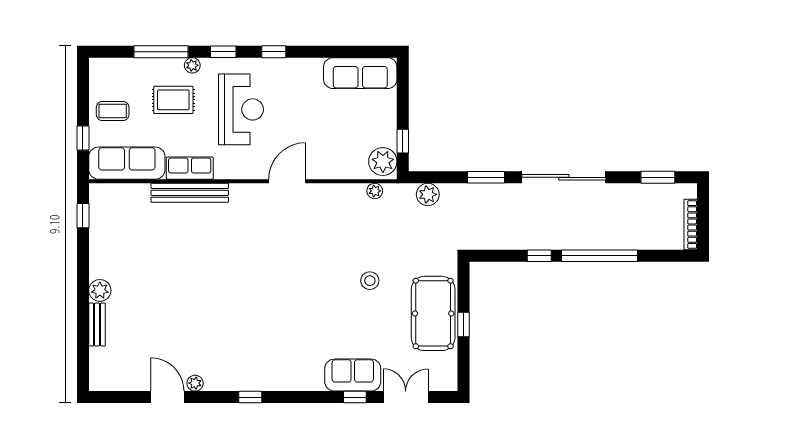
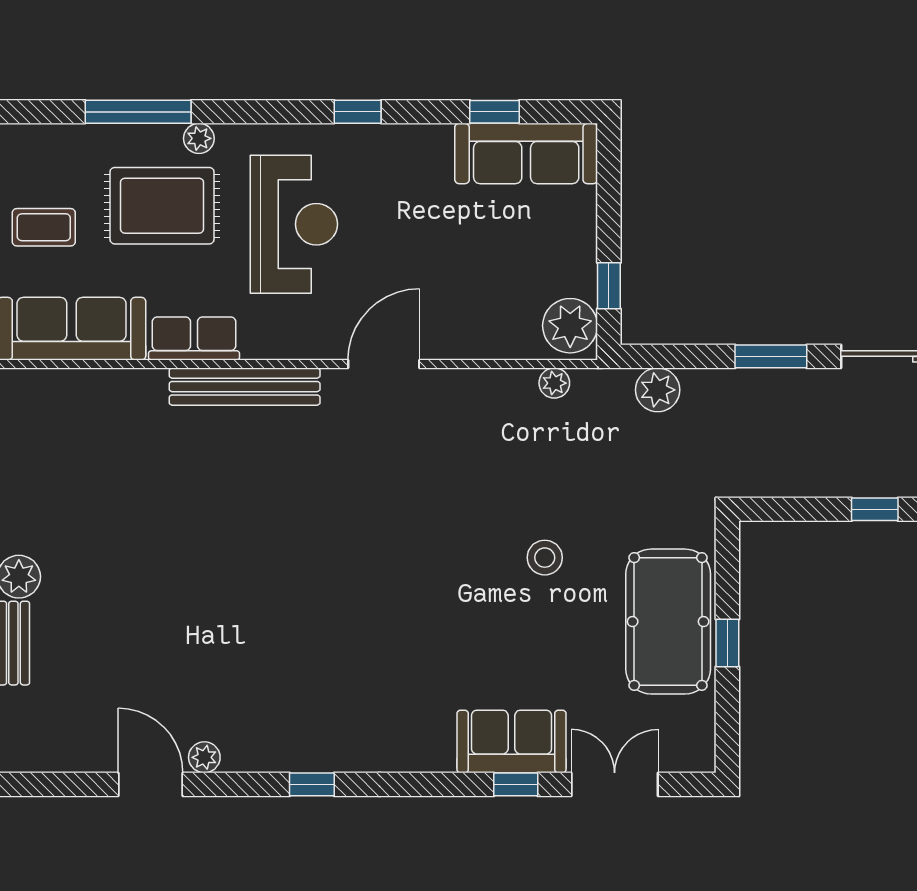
window: (223, 52) -> (495, 112), moved
rug: (173, 100) -> (162, 206), width x1.36, depth x1.43
bench: (190, 193) -> (245, 387), moved

